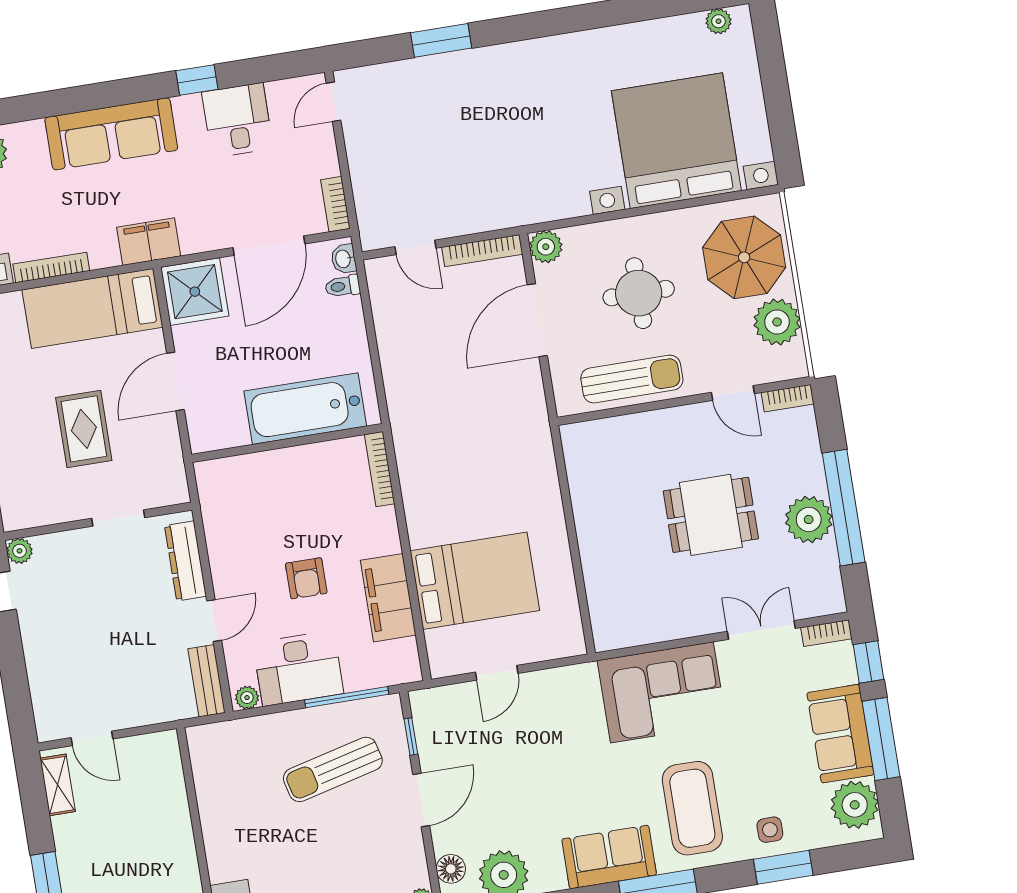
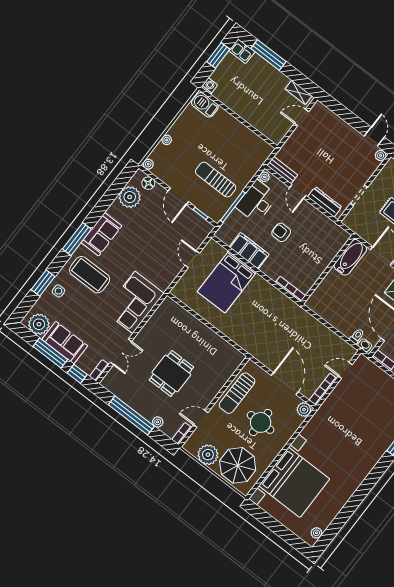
bathtub: (305, 409) -> (350, 257), moved, width x0.73, depth x0.73
plant: (809, 519) -> (158, 422), moved, width x0.53, depth x0.53
sun lounger: (333, 769) -> (216, 180), turned -76

